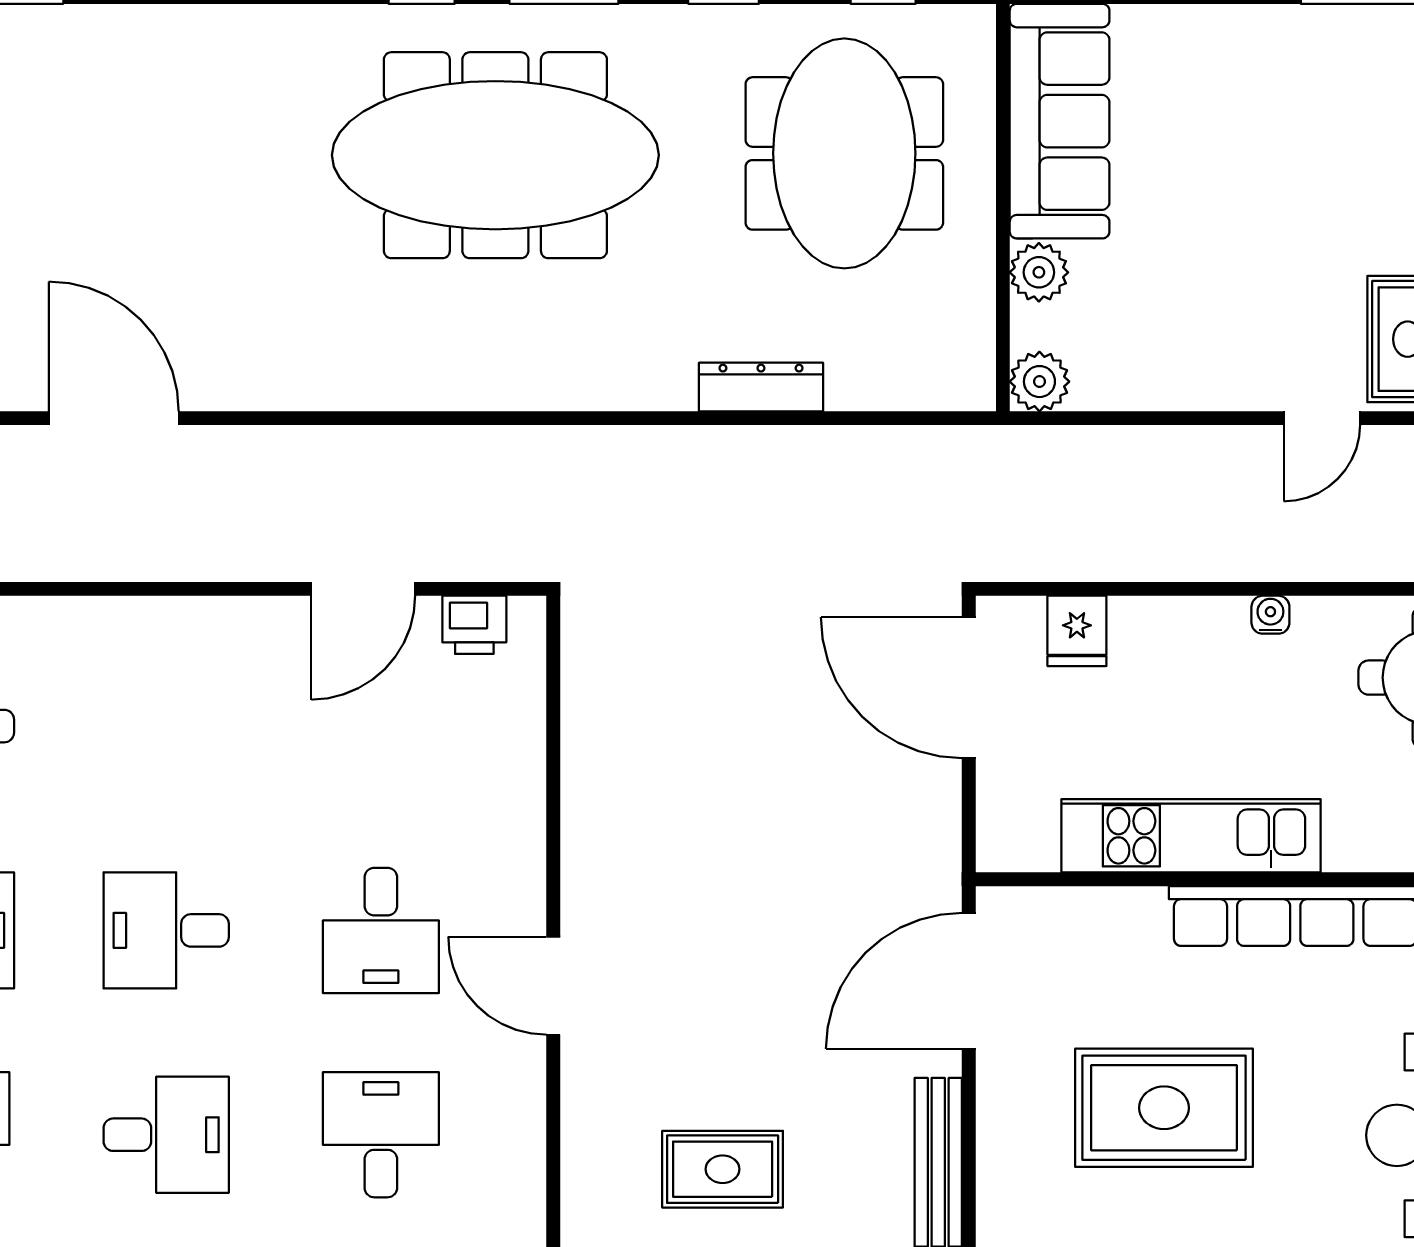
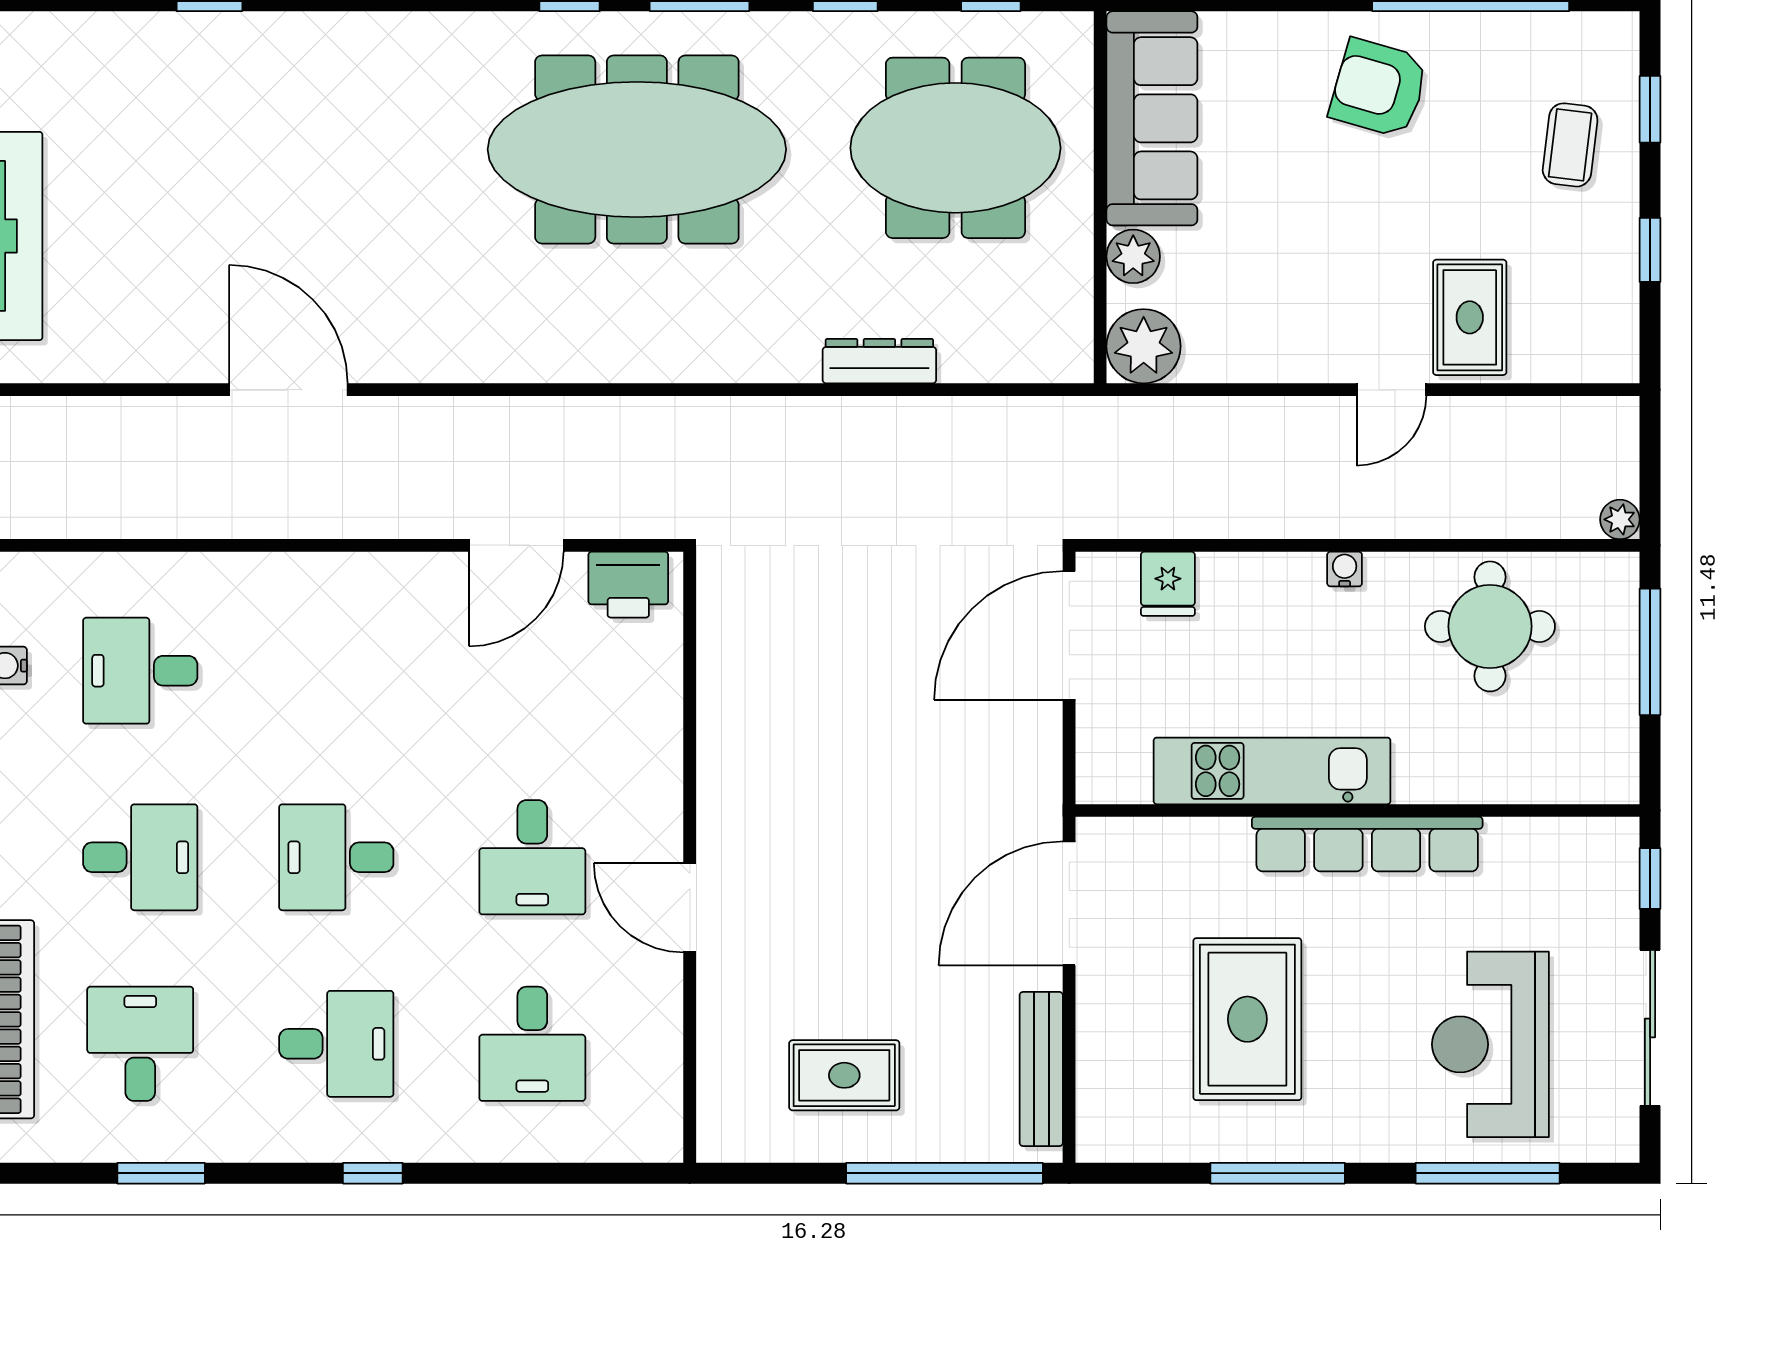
armchair: (1308, 88) -> (1379, 88), added
meeting table: (844, 153) -> (955, 148), turned 90
plant: (1039, 382) -> (1144, 346), width x1.36, depth x1.36
printer: (474, 625) -> (628, 585), width x1.36, depth x1.24
door: (969, 688) -> (1069, 636), hinge flipped
rug: (1164, 1108) -> (1247, 1019), turned 90
desk: (381, 1135) -> (532, 1044), turned 180

